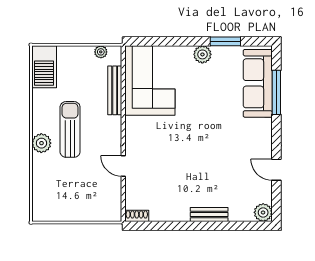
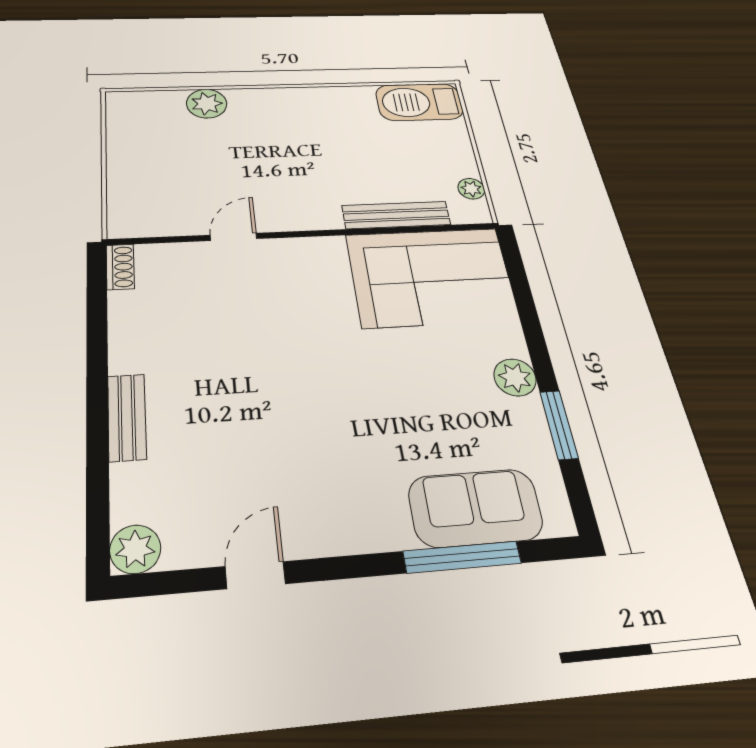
sofa: (258, 83) -> (475, 508), width x0.73
sun lounger: (70, 129) -> (301, 145), removed
plant: (41, 143) -> (207, 104), moved

